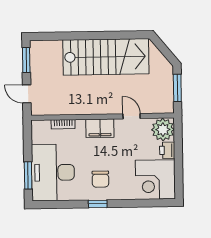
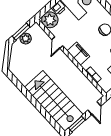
stairs: (106, 57) -> (54, 101), moved
plant: (166, 86) -> (26, 39), added

